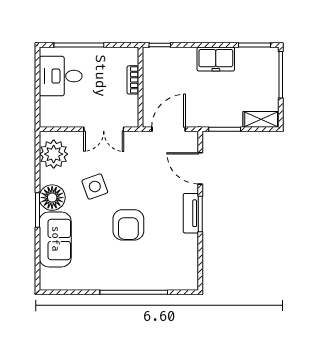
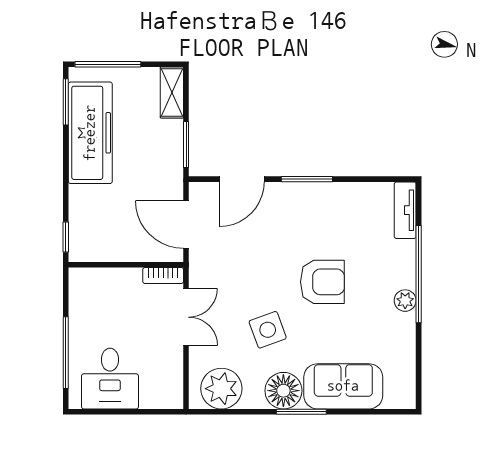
freezer: (216, 59) -> (90, 133), width x1.91, depth x1.26
bookcase: (133, 80) -> (163, 275), moved
tv unit: (191, 213) -> (405, 210), moved, turned 90
plant: (115, 283) -> (405, 301), added

